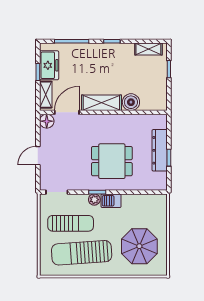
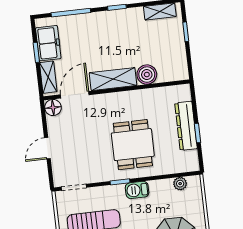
dining table: (112, 161) -> (133, 145), turned 90
plant: (94, 200) -> (180, 184), moved

